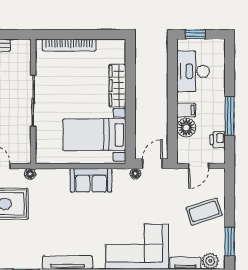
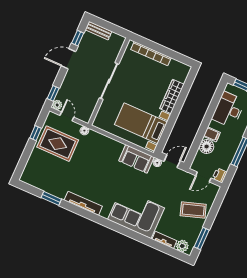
printer: (218, 140) -> (220, 175), moved
sofa: (91, 180) -> (136, 159), moved

